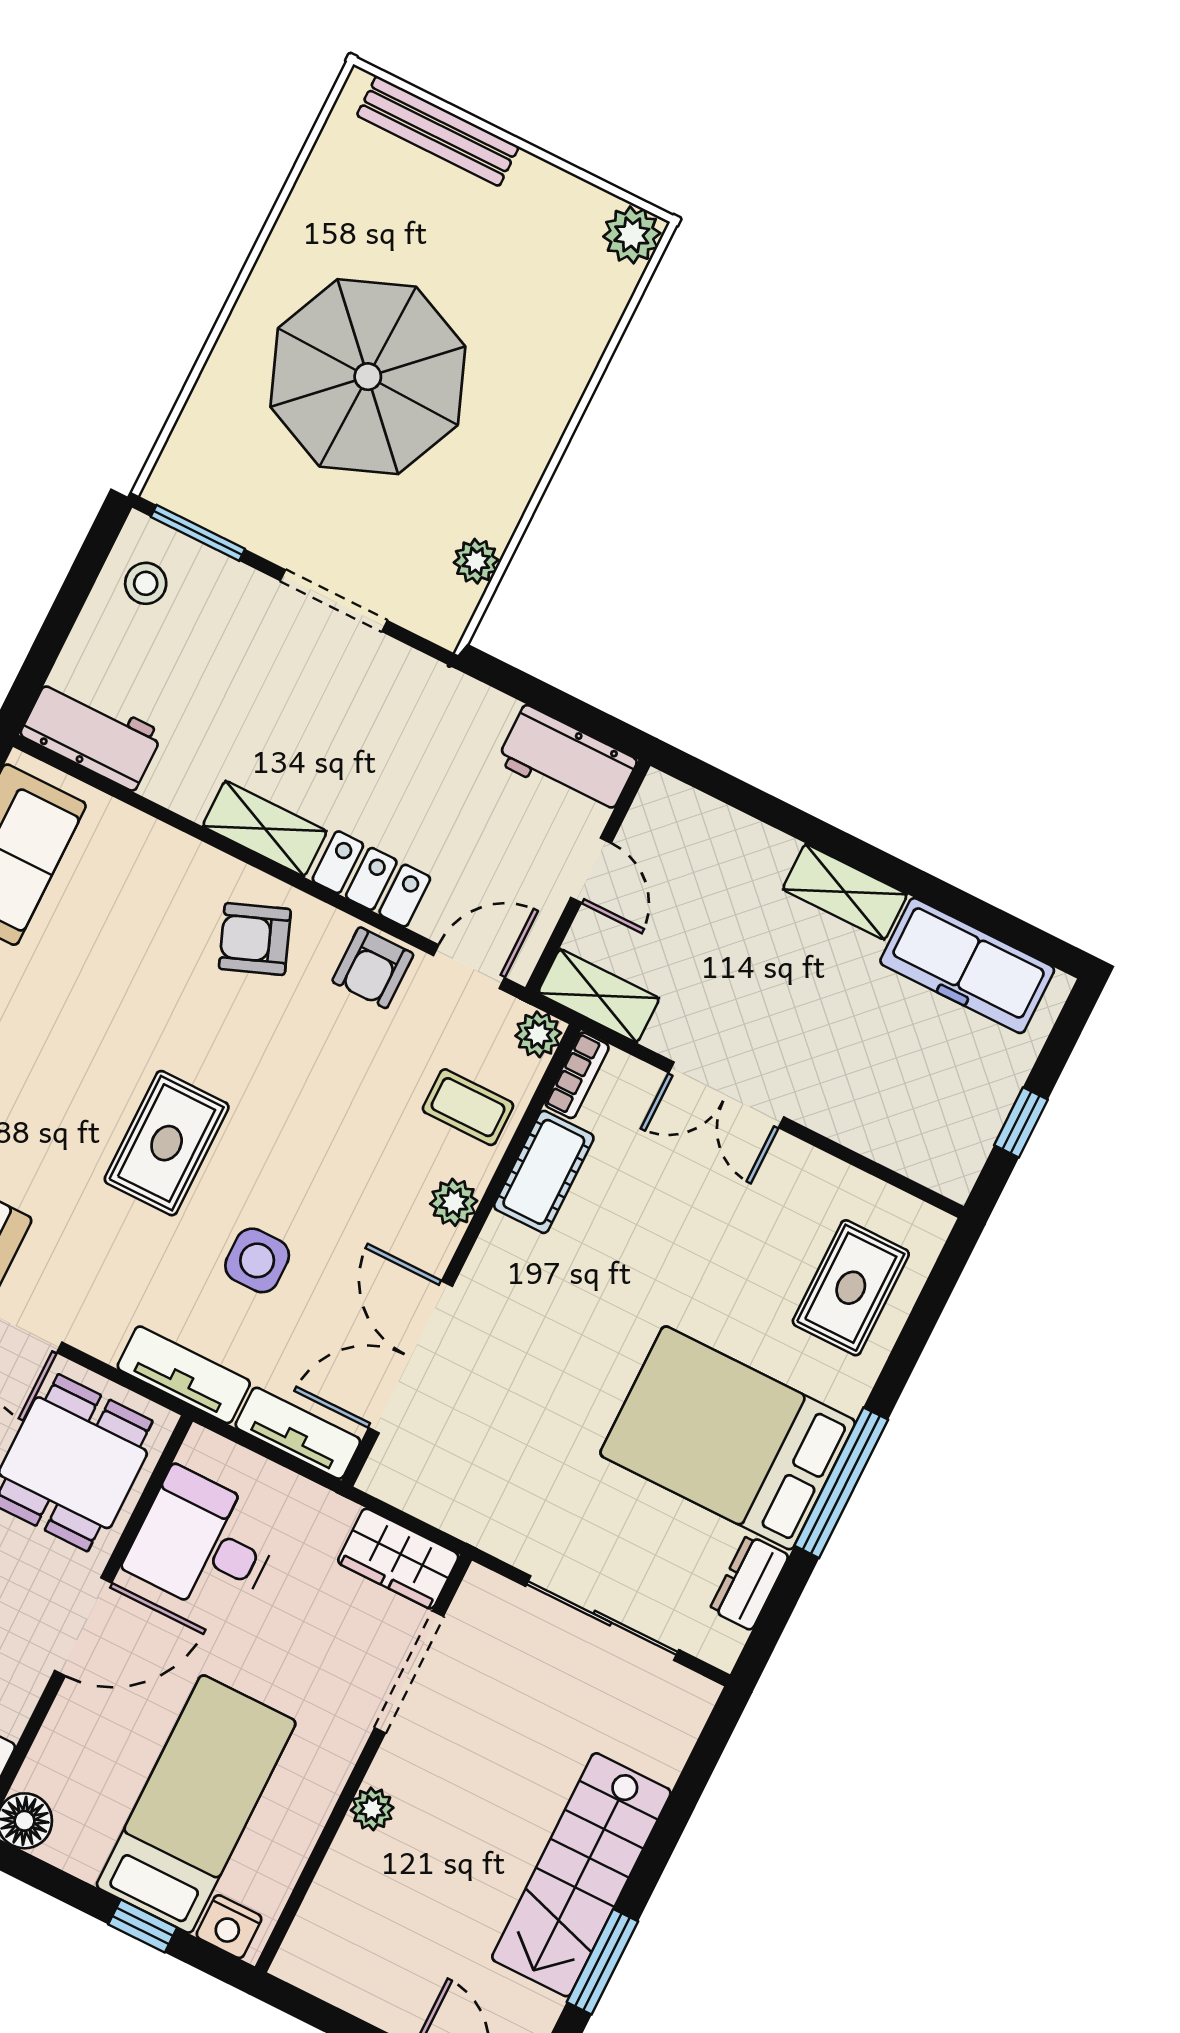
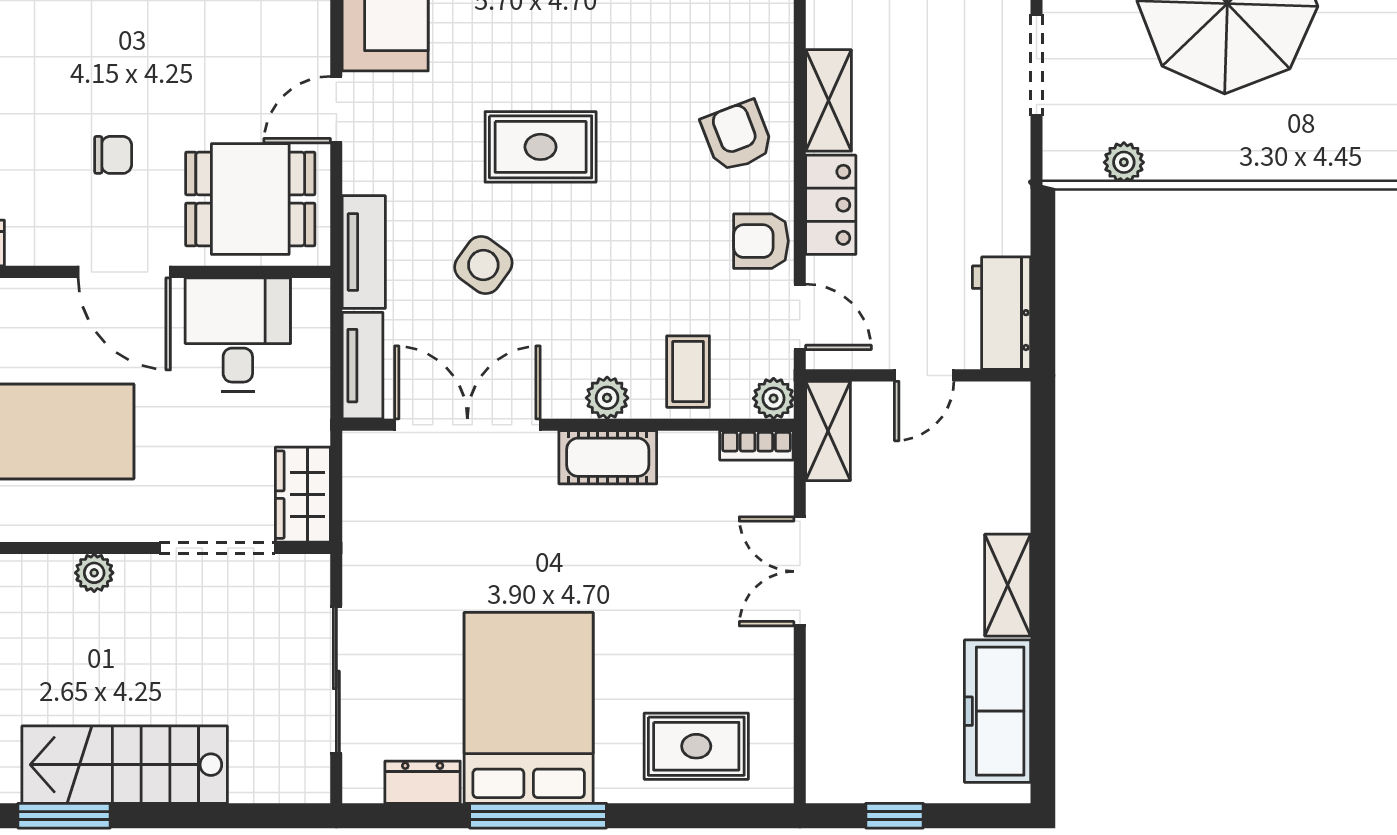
cot: (544, 1172) -> (608, 457), moved
side table: (257, 1260) -> (483, 265), turned 36

